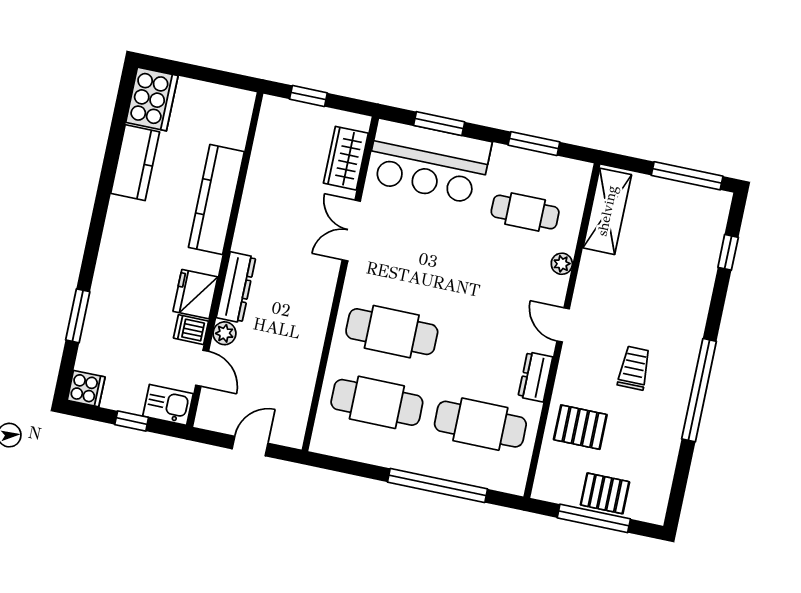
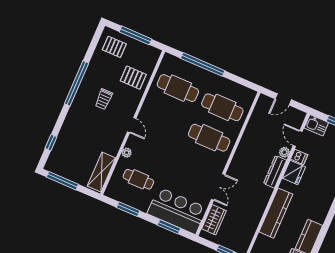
dresser: (535, 377) -> (149, 104), removed
pallet: (605, 493) -> (114, 47), moved

